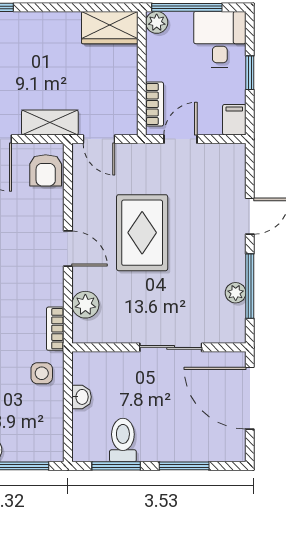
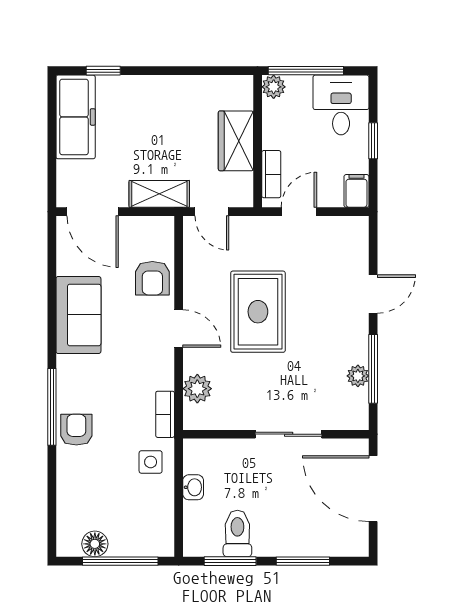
wardrobe: (110, 28) -> (236, 141), moved, turned 90
armchair: (46, 170) -> (152, 278), moved

